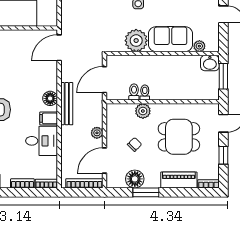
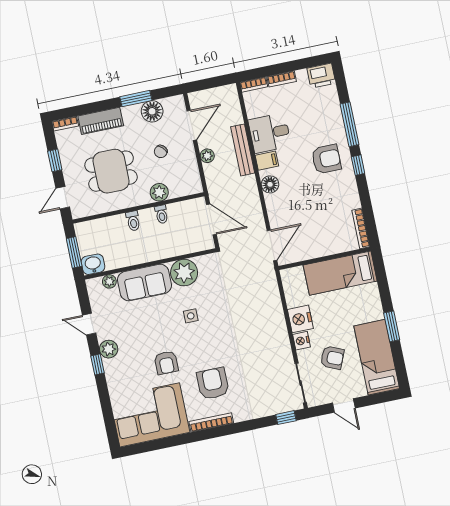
door: (104, 80) -> (211, 219), hinge flipped
toilet: (134, 92) -> (133, 221), moved
bench: (67, 104) -> (243, 150), moved
bookcase: (84, 183) -> (210, 94), removed

